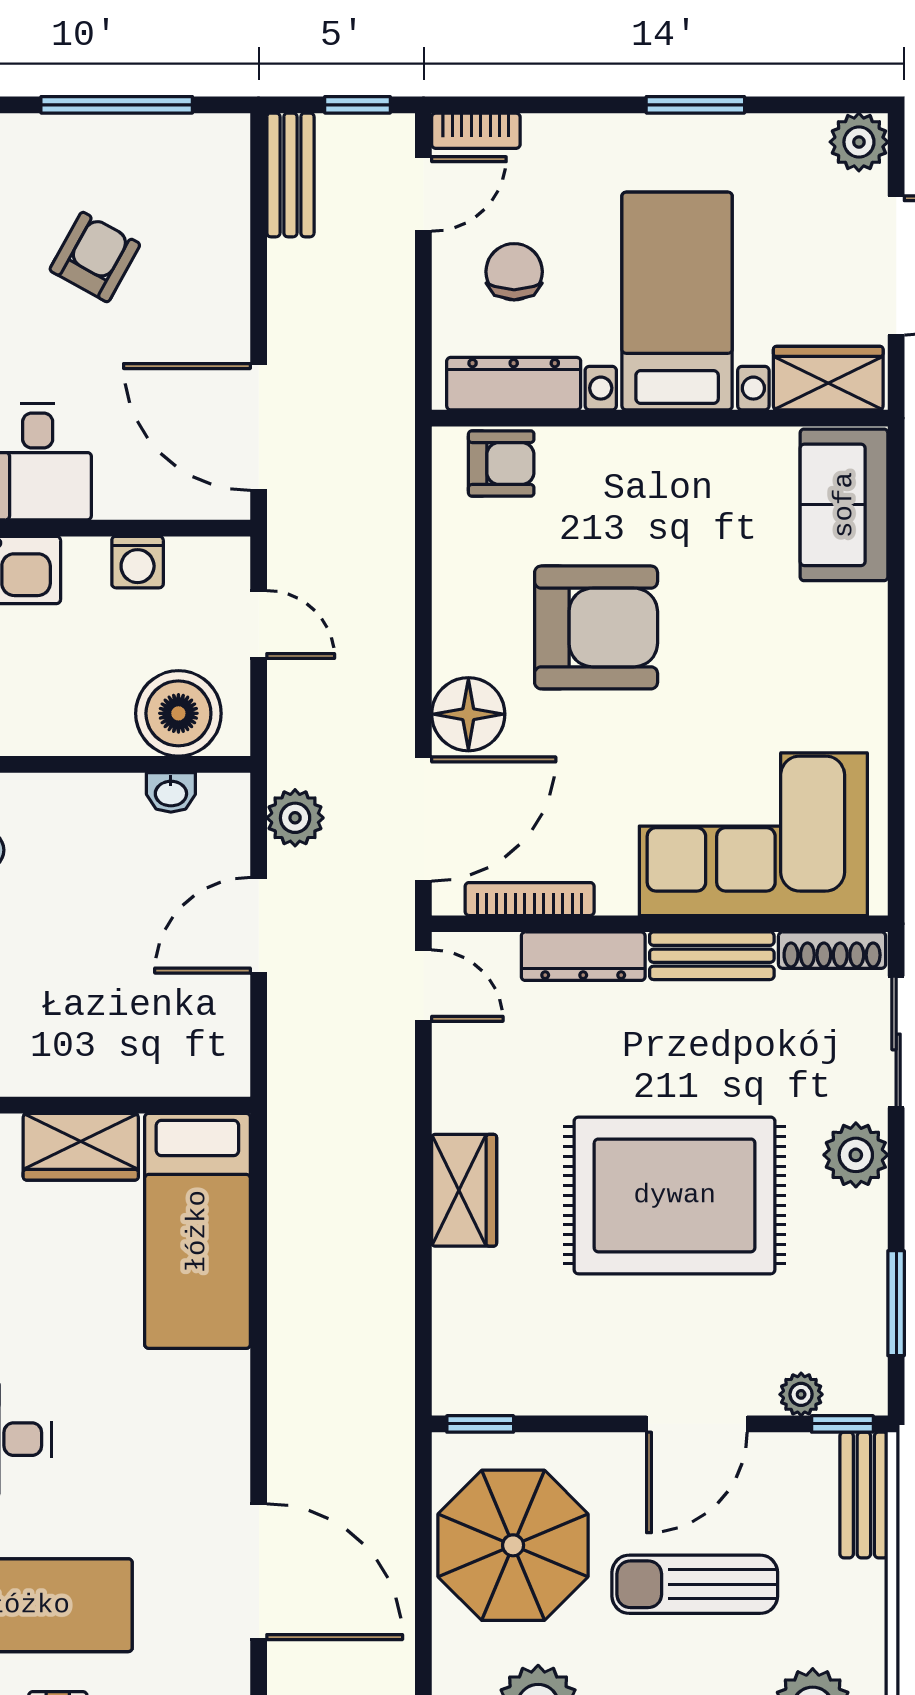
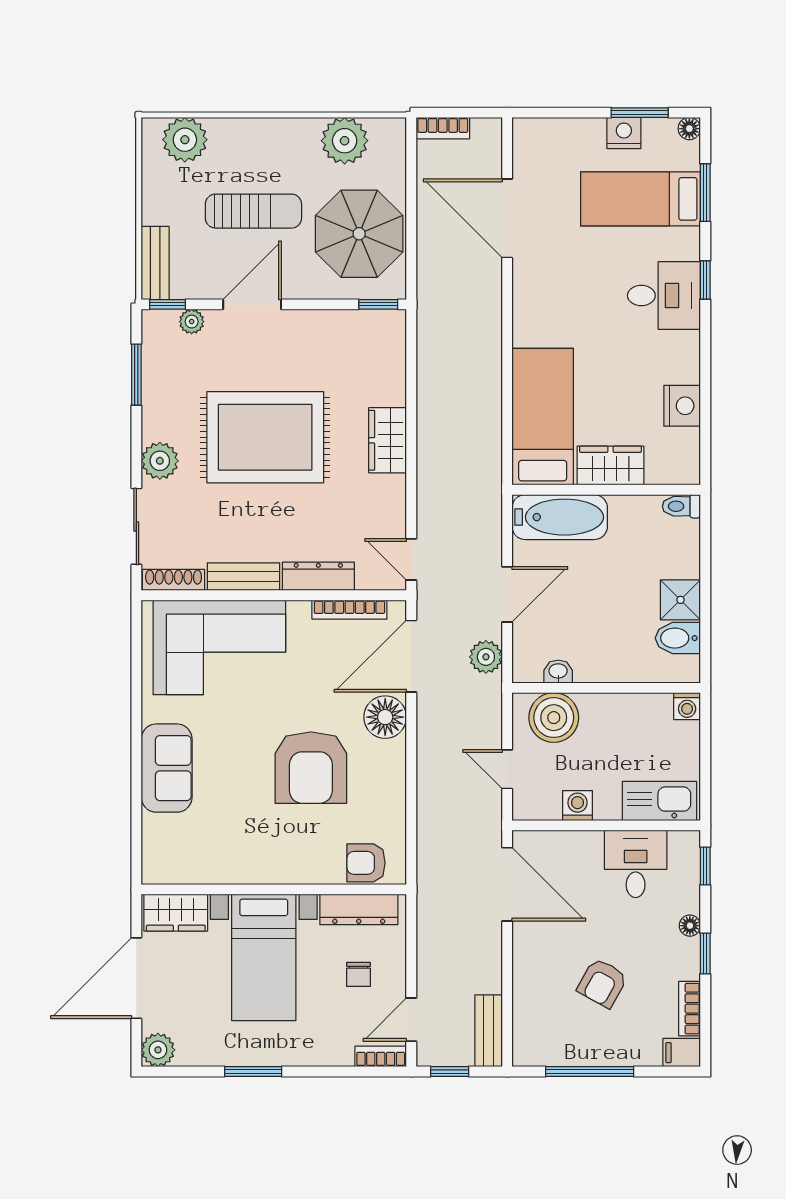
chair: (514, 272) -> (359, 974), width x0.73, depth x0.73
sofa: (844, 505) -> (167, 768), moved
armchair: (596, 627) -> (311, 768), turned -90
bathtub: (168, 1058) -> (560, 517), added

